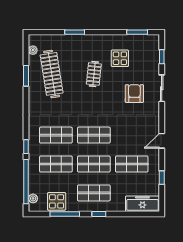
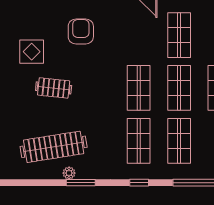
plant: (33, 50) -> (69, 173), moved
window: (26, 76) -> (81, 183), moved
armchair: (134, 94) -> (81, 32), turned 90
window: (26, 147) -> (139, 183), moved

